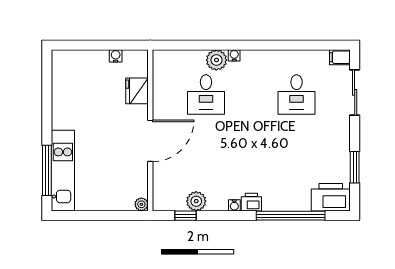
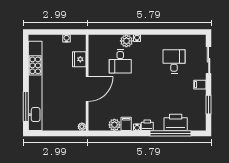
filing cabinet: (340, 57) -> (200, 85), moved
desk: (297, 94) -> (174, 61), turned 180
kitchen unit: (63, 171) -> (35, 86), width x1.86
printer: (331, 197) -> (176, 122), moved
filing cabinet: (216, 200) -> (126, 124), added
window: (186, 216) -> (108, 133), removed

